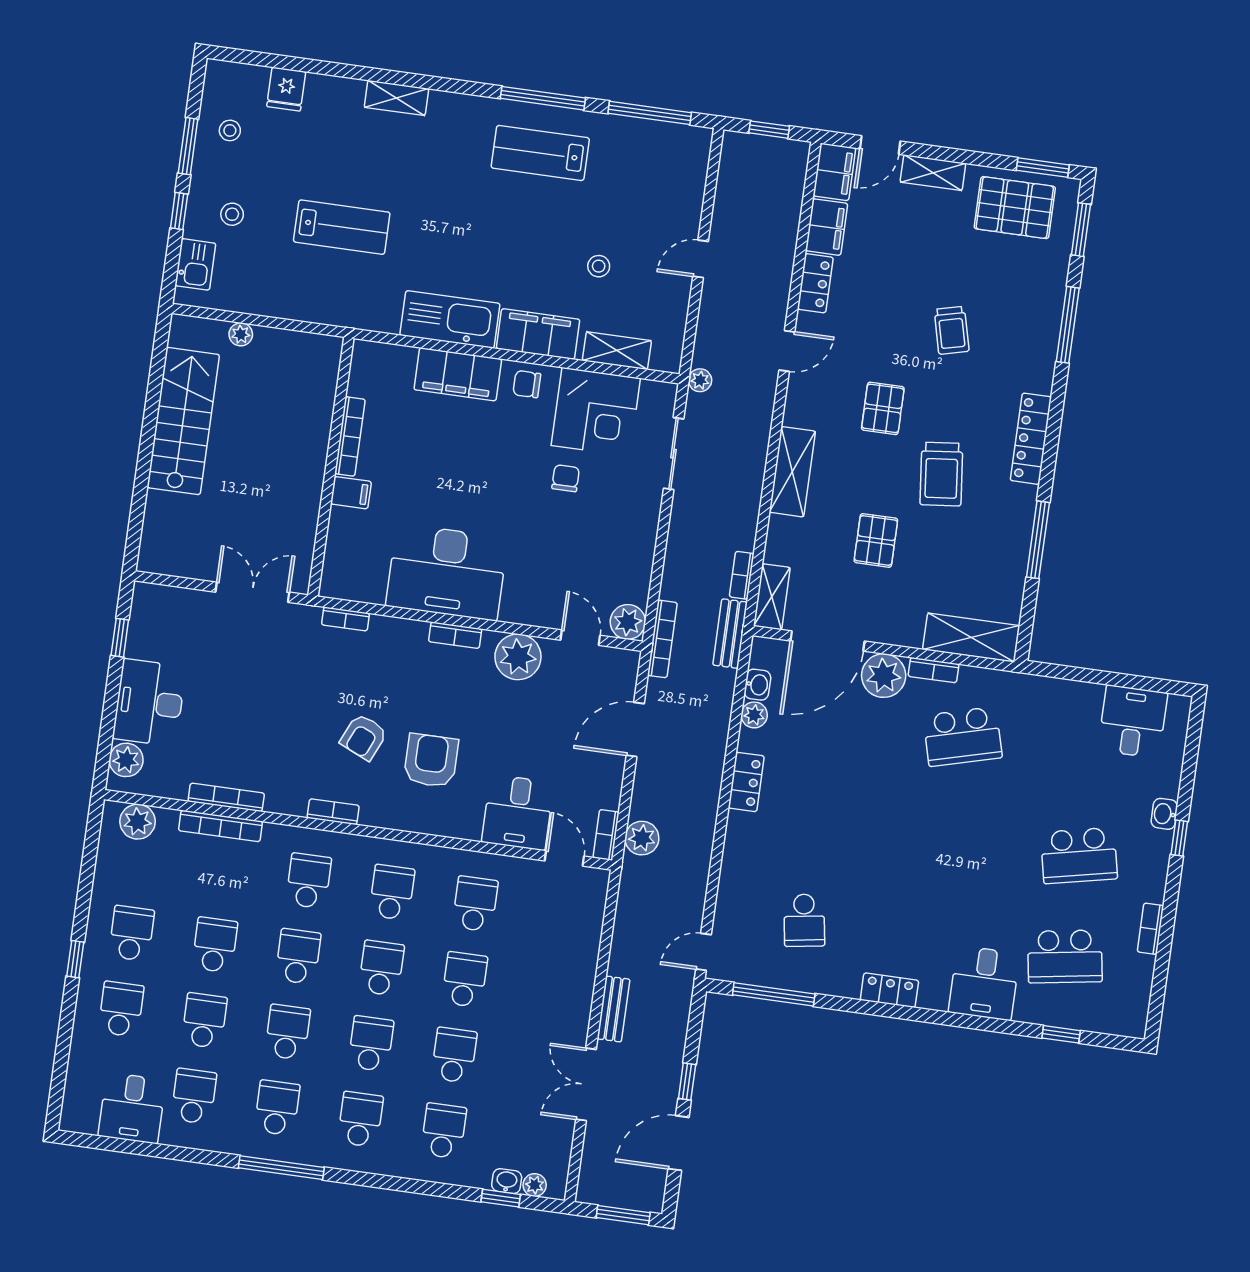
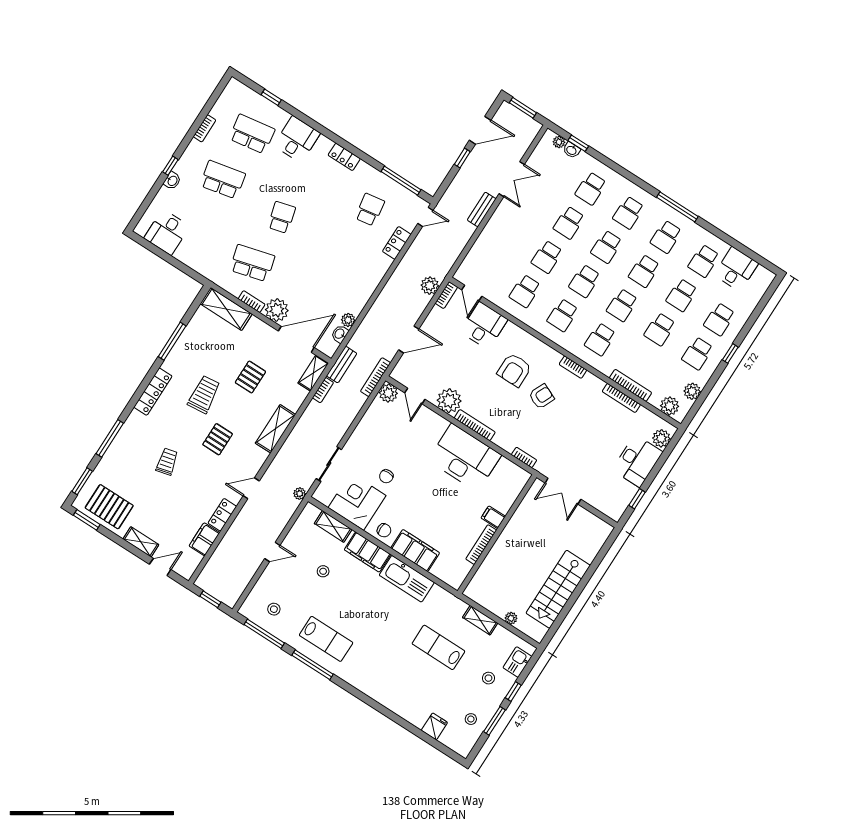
shelving: (396, 98) -> (480, 620), moved
stool: (653, 163) -> (274, 609), added
filing cabinet: (834, 172) -> (188, 564), removed
bookcase: (455, 635) -> (475, 425), width x1.56
locker: (746, 782) -> (397, 243), moved
school desk: (949, 837) -> (282, 217), added
plant: (111, 864) -> (692, 391), added

